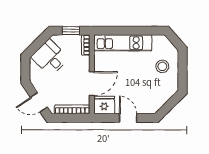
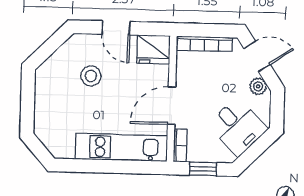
stool: (162, 66) -> (91, 76), moved
plant: (38, 84) -> (258, 86), added
door: (92, 84) -> (172, 106), moved

